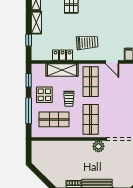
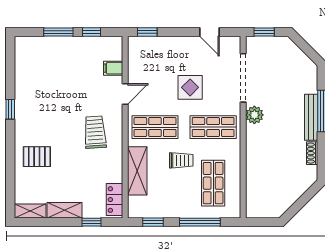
locker: (62, 55) -> (114, 200), moved
display table: (44, 95) -> (190, 87), moved

